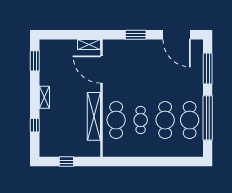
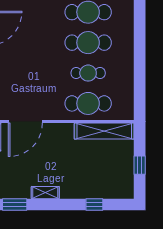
shelving: (44, 97) -> (45, 193), moved
shelving: (94, 116) -> (104, 131), moved

